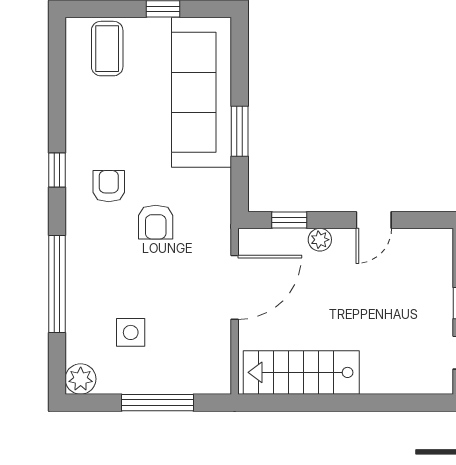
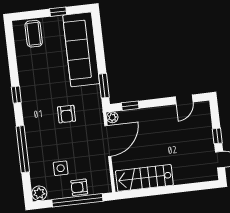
window: (240, 131) -> (104, 86), moved
armchair: (109, 186) -> (79, 187), moved, turned -90
door: (374, 220) -> (184, 99), moved
plant: (320, 240) -> (112, 117), moved
window: (158, 403) -> (77, 200), width x1.46

